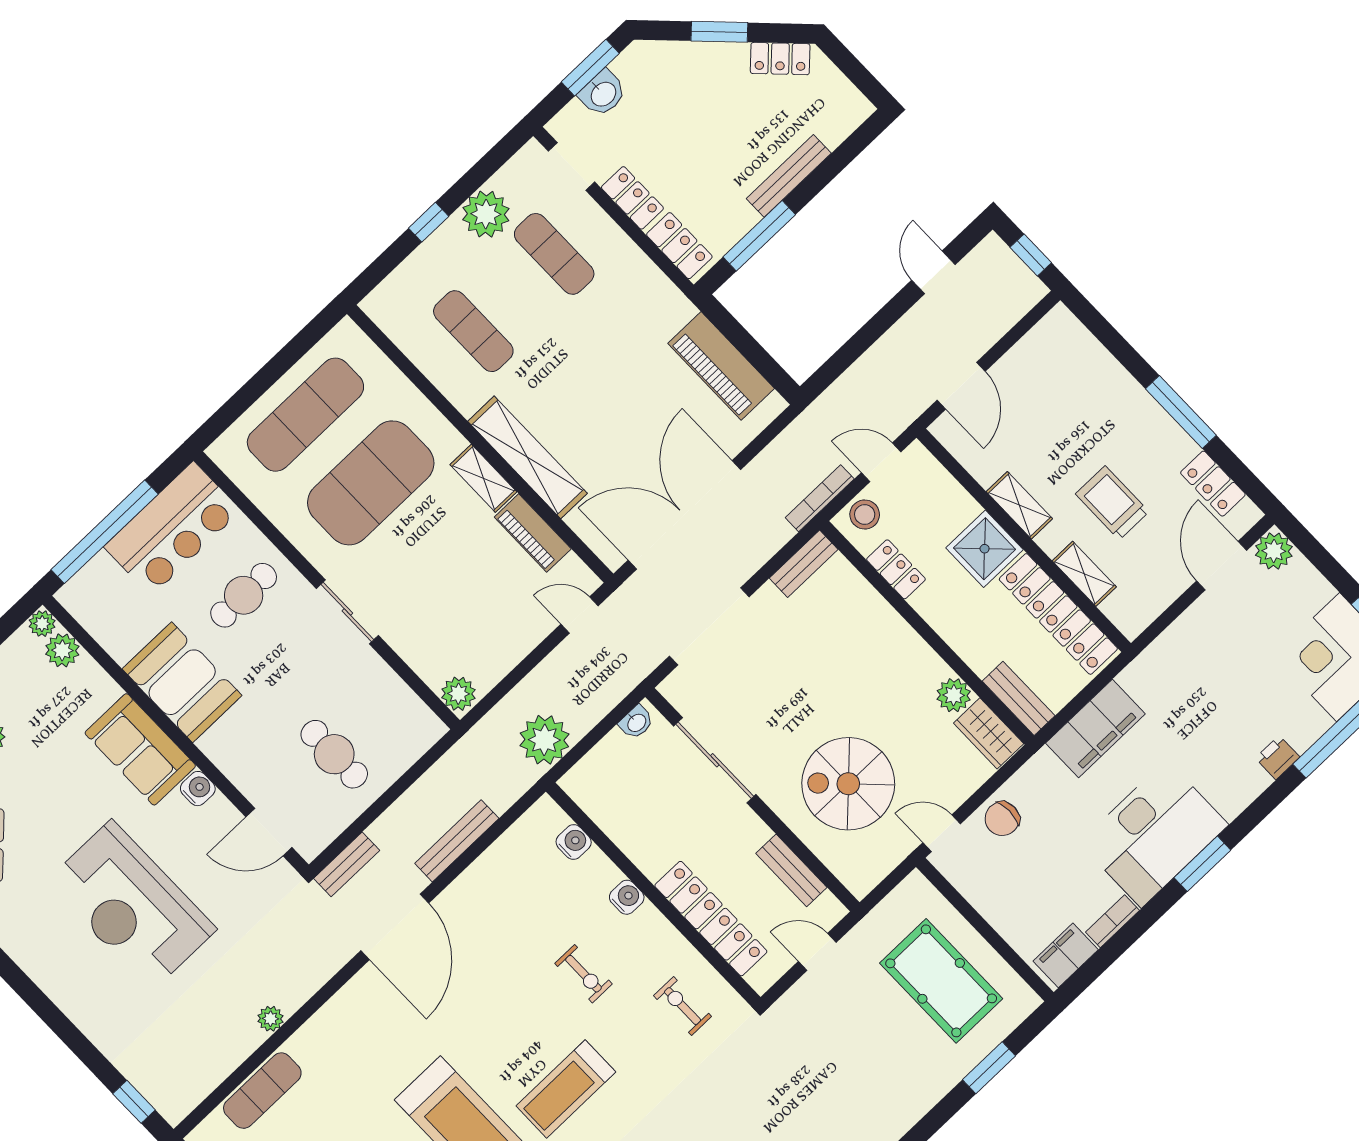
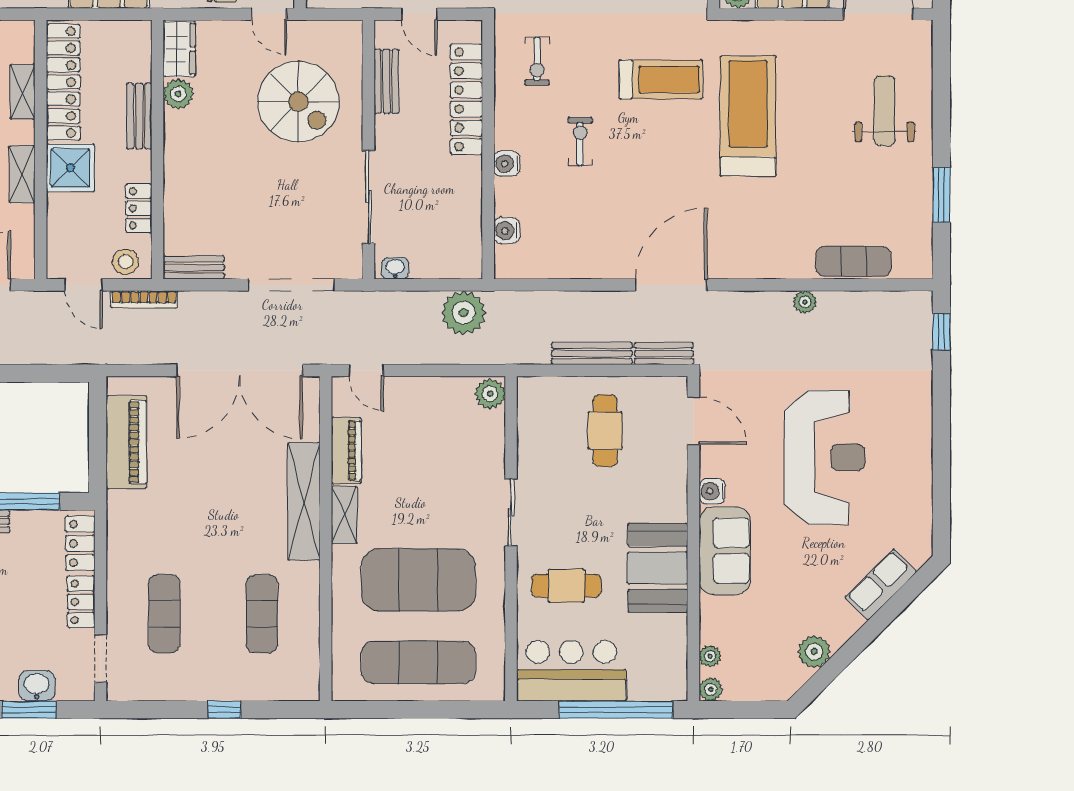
plant: (486, 214) -> (183, 680), removed
plant: (62, 650) -> (710, 656), width x0.73, depth x0.73
bench: (1019, 698) -> (139, 116), moved
bench: (457, 841) -> (592, 353), moved

